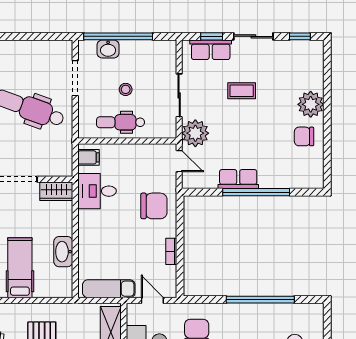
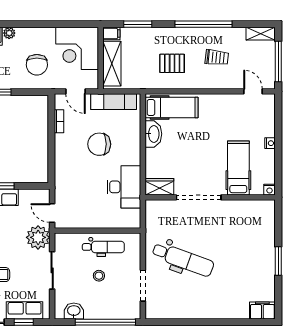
washbasin: (108, 49) -> (74, 311), moved
filing cabinet: (88, 157) -> (131, 216), removed
desk: (97, 191) -> (124, 187), width x1.37
chair: (154, 206) -> (99, 144), moved
bookcase: (171, 251) -> (59, 121), moved
hospital bed: (20, 268) -> (171, 107), moved, turned -90

